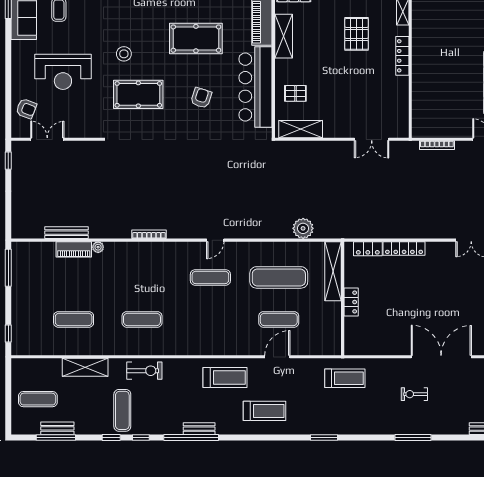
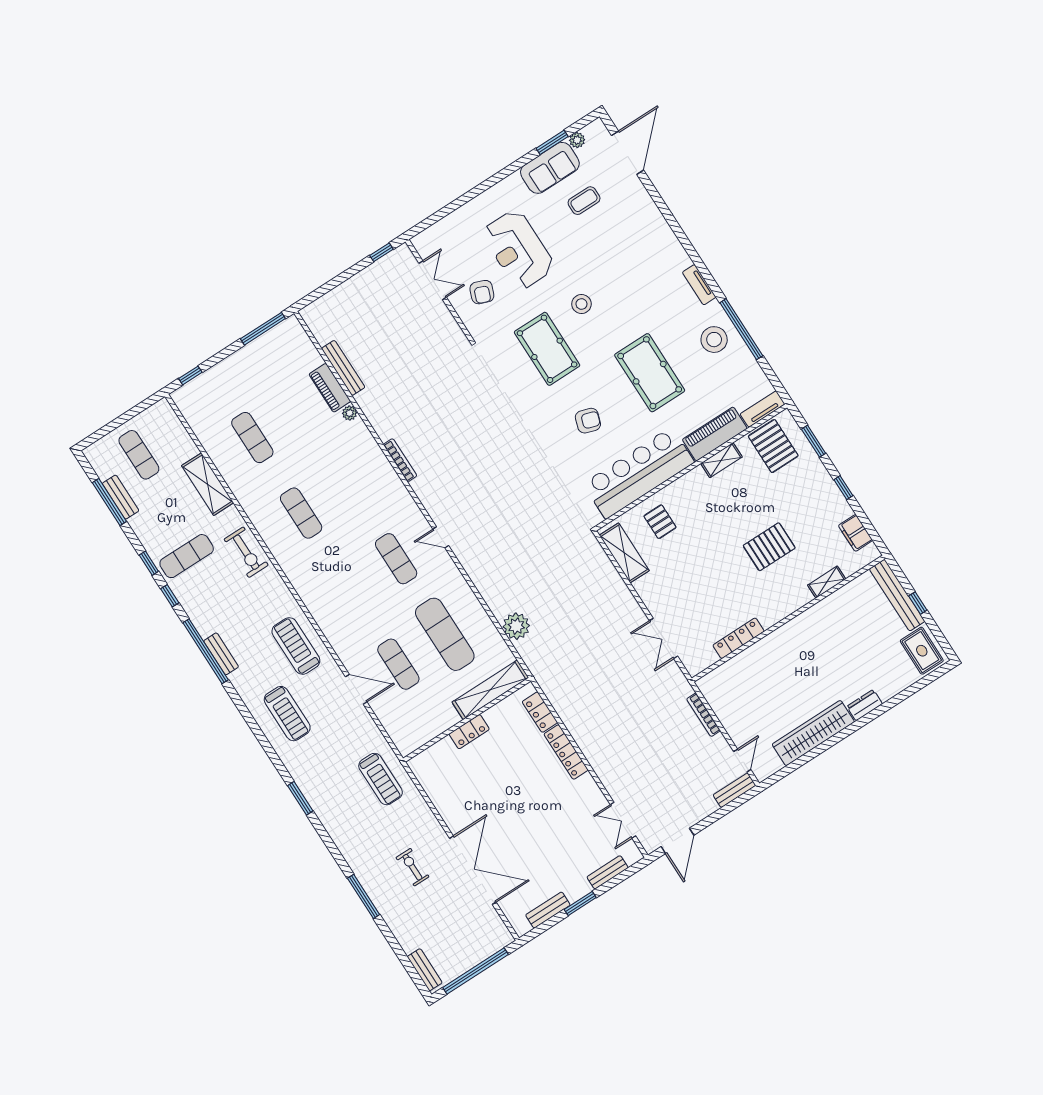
shelving: (284, 36) -> (721, 460), width x0.67, depth x0.75
locker: (402, 56) -> (739, 638), moved
armchair: (26, 109) -> (482, 292), moved
treadmill: (225, 377) -> (296, 646), turned 180

